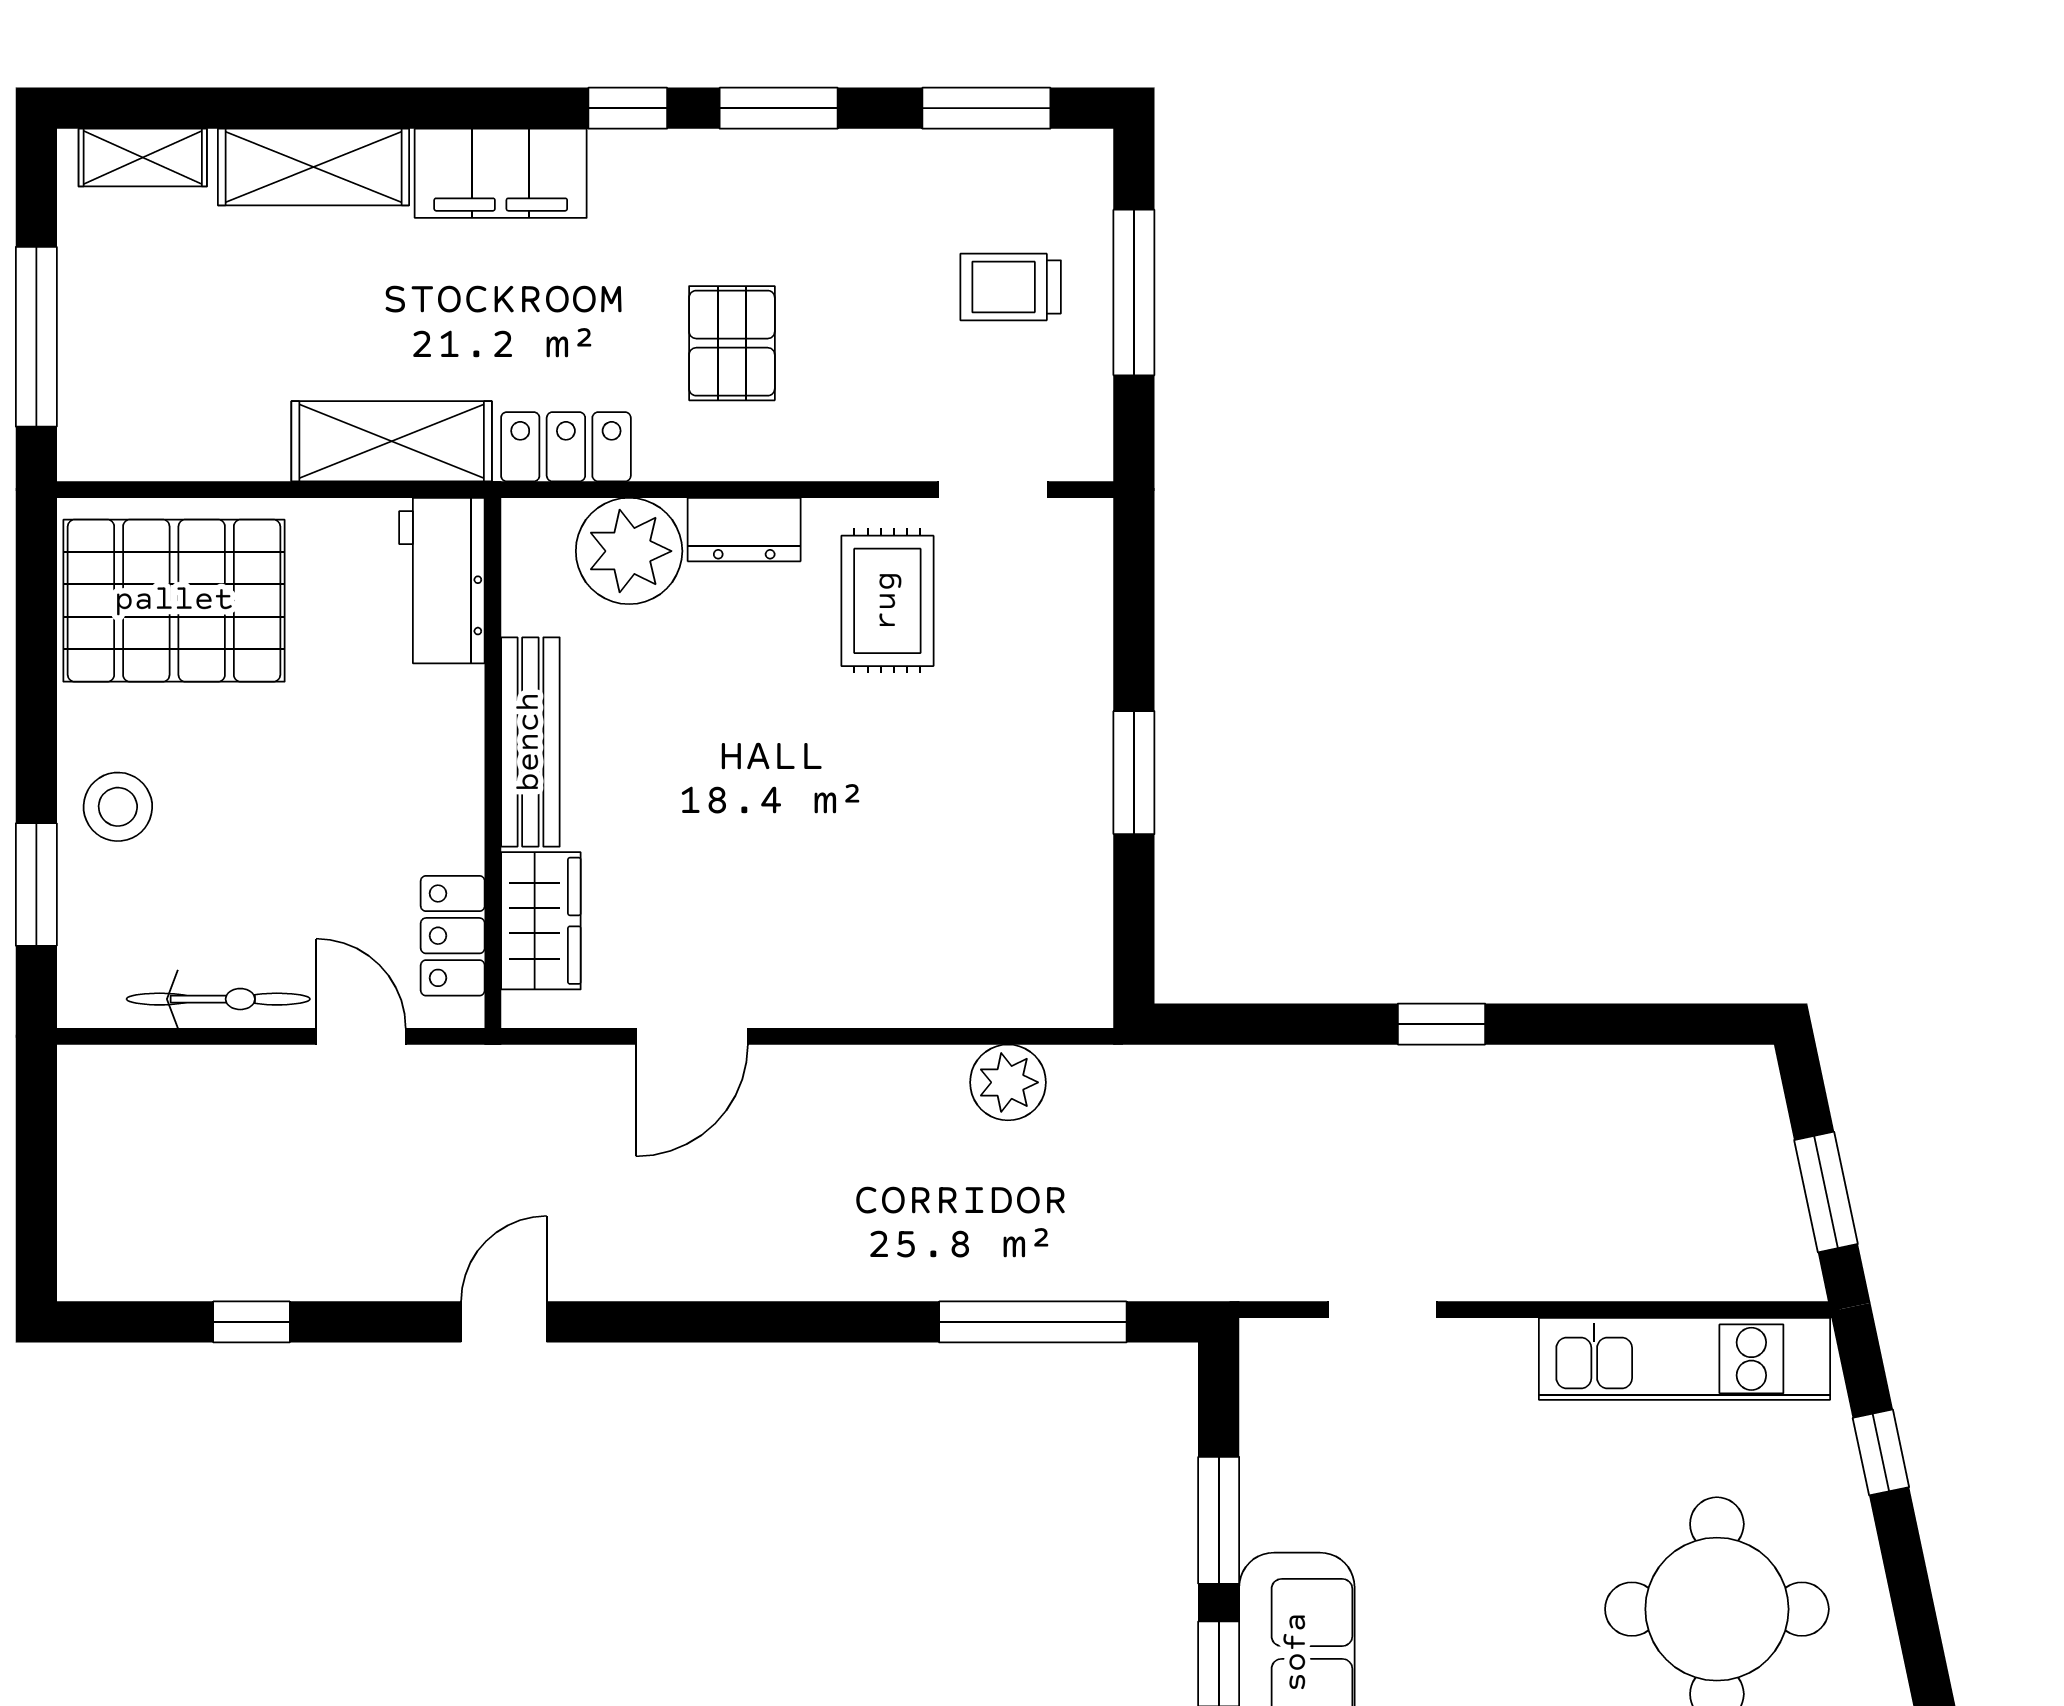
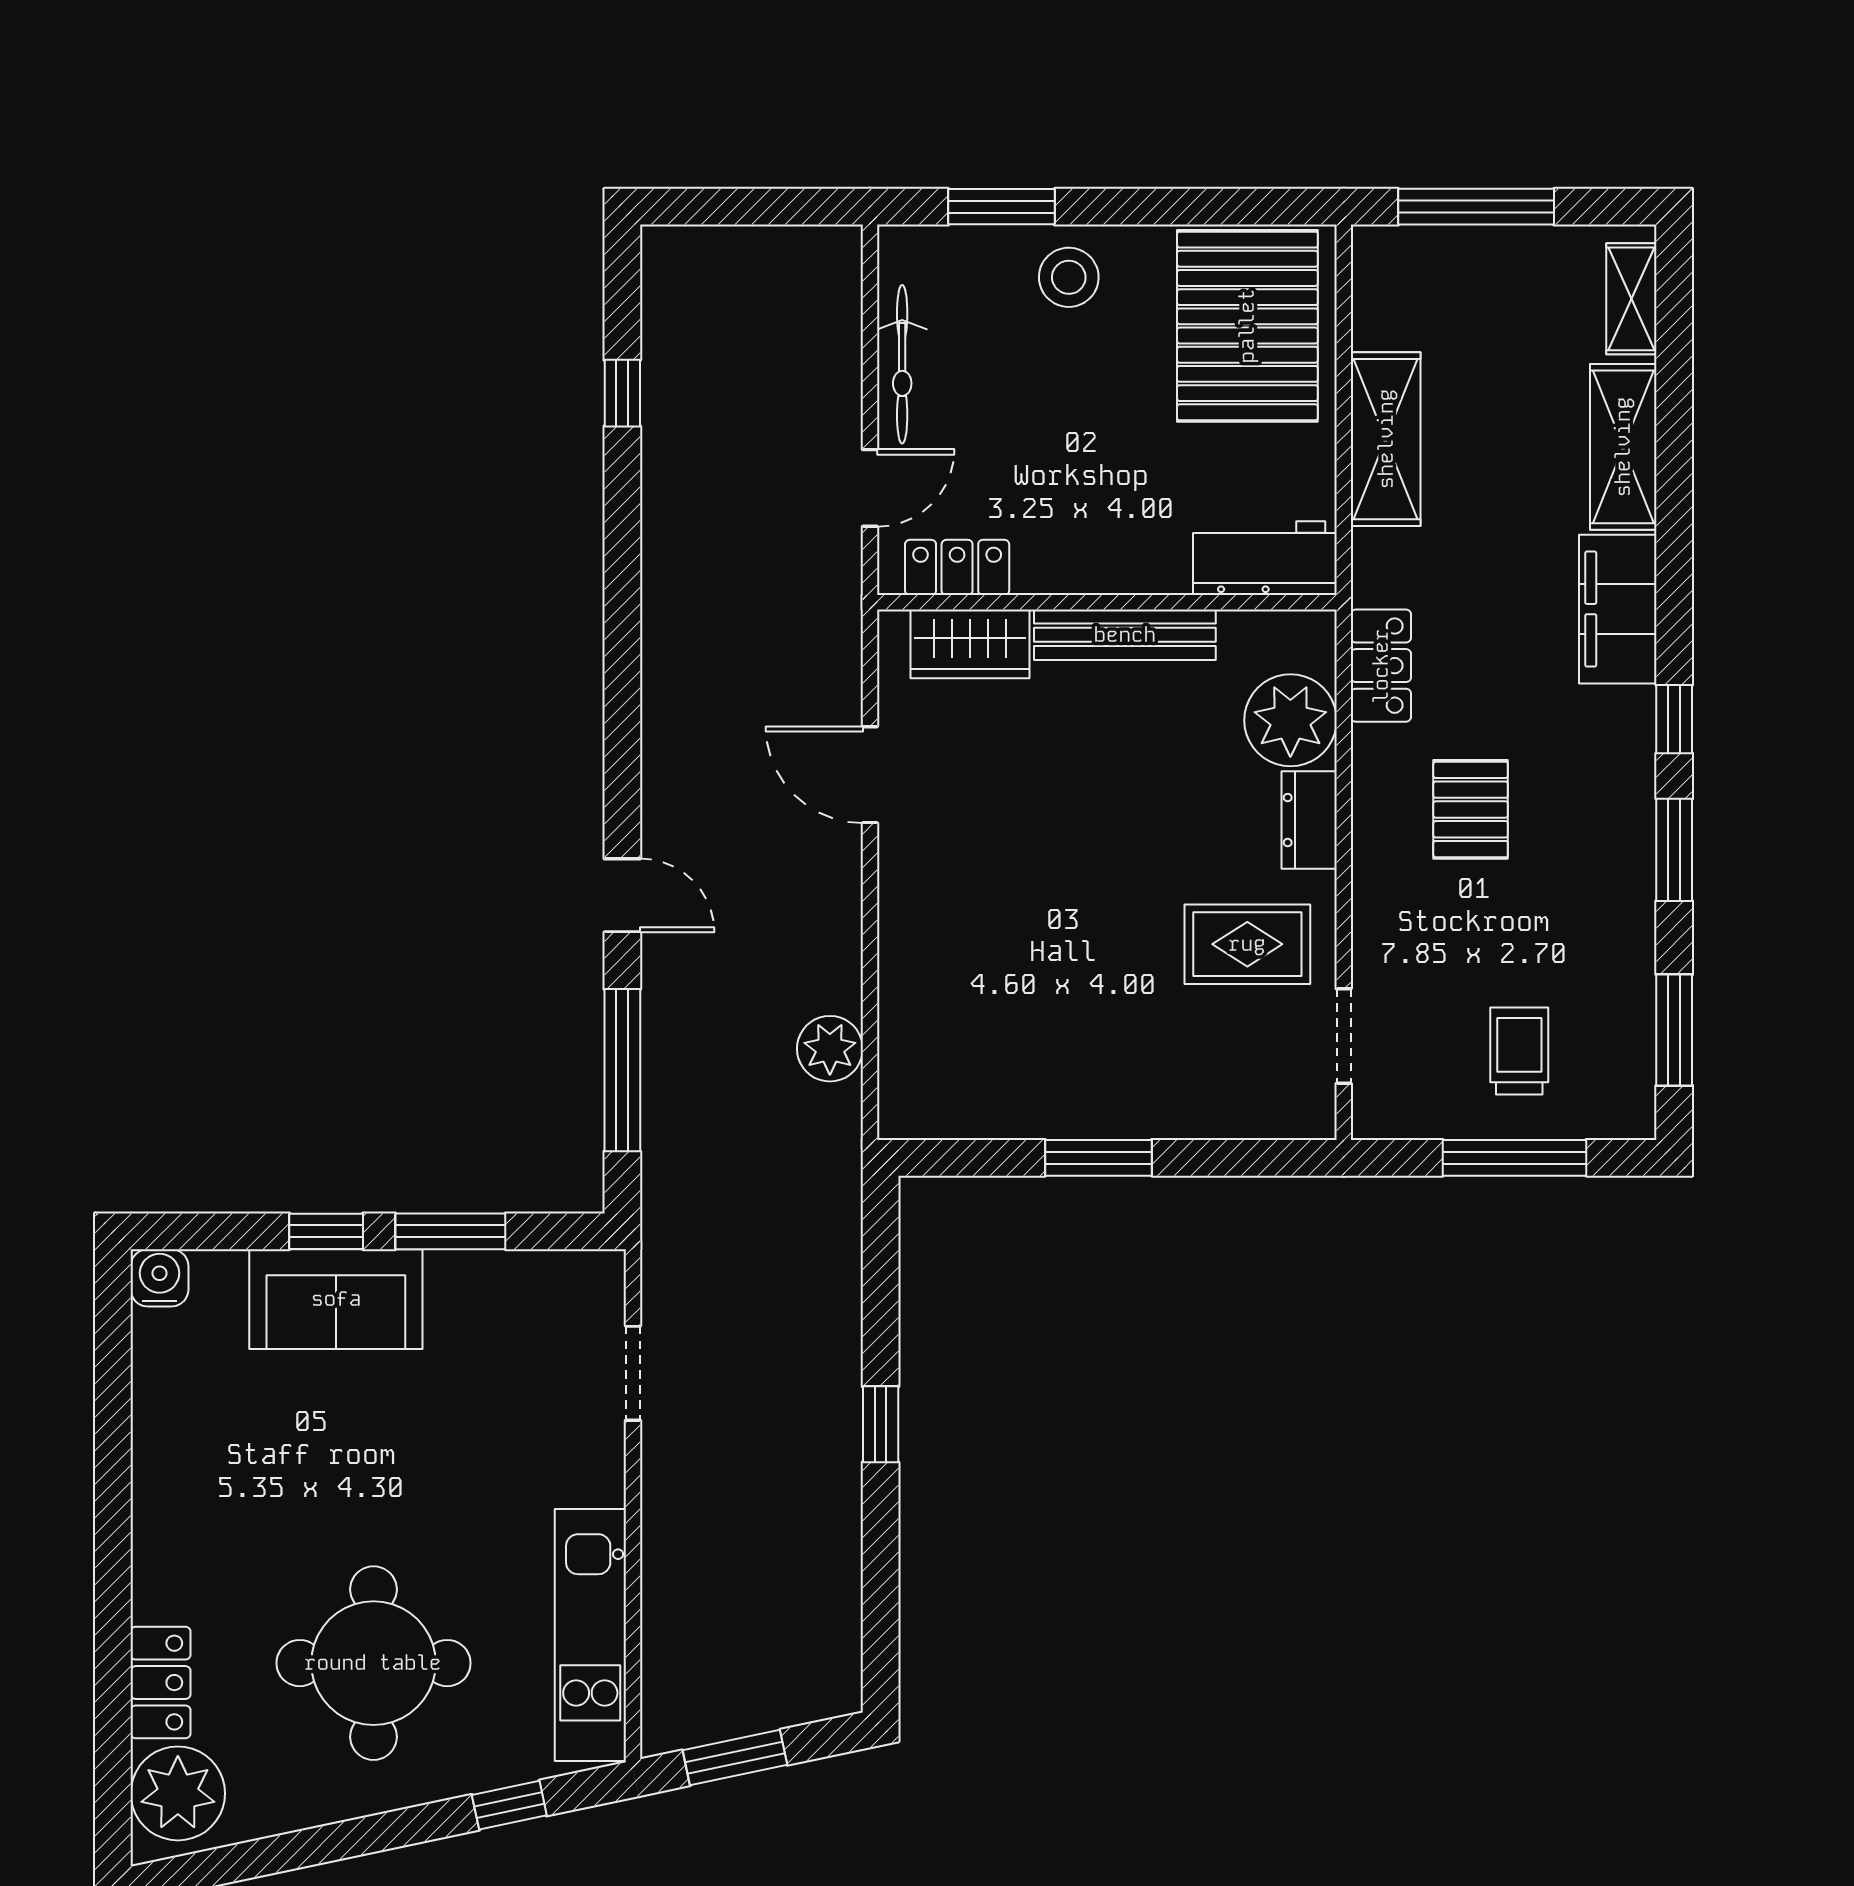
pallet: (732, 343) -> (1471, 809), turned 90
shelving: (392, 441) -> (1386, 439), moved
door: (504, 1322) -> (622, 895), moved

